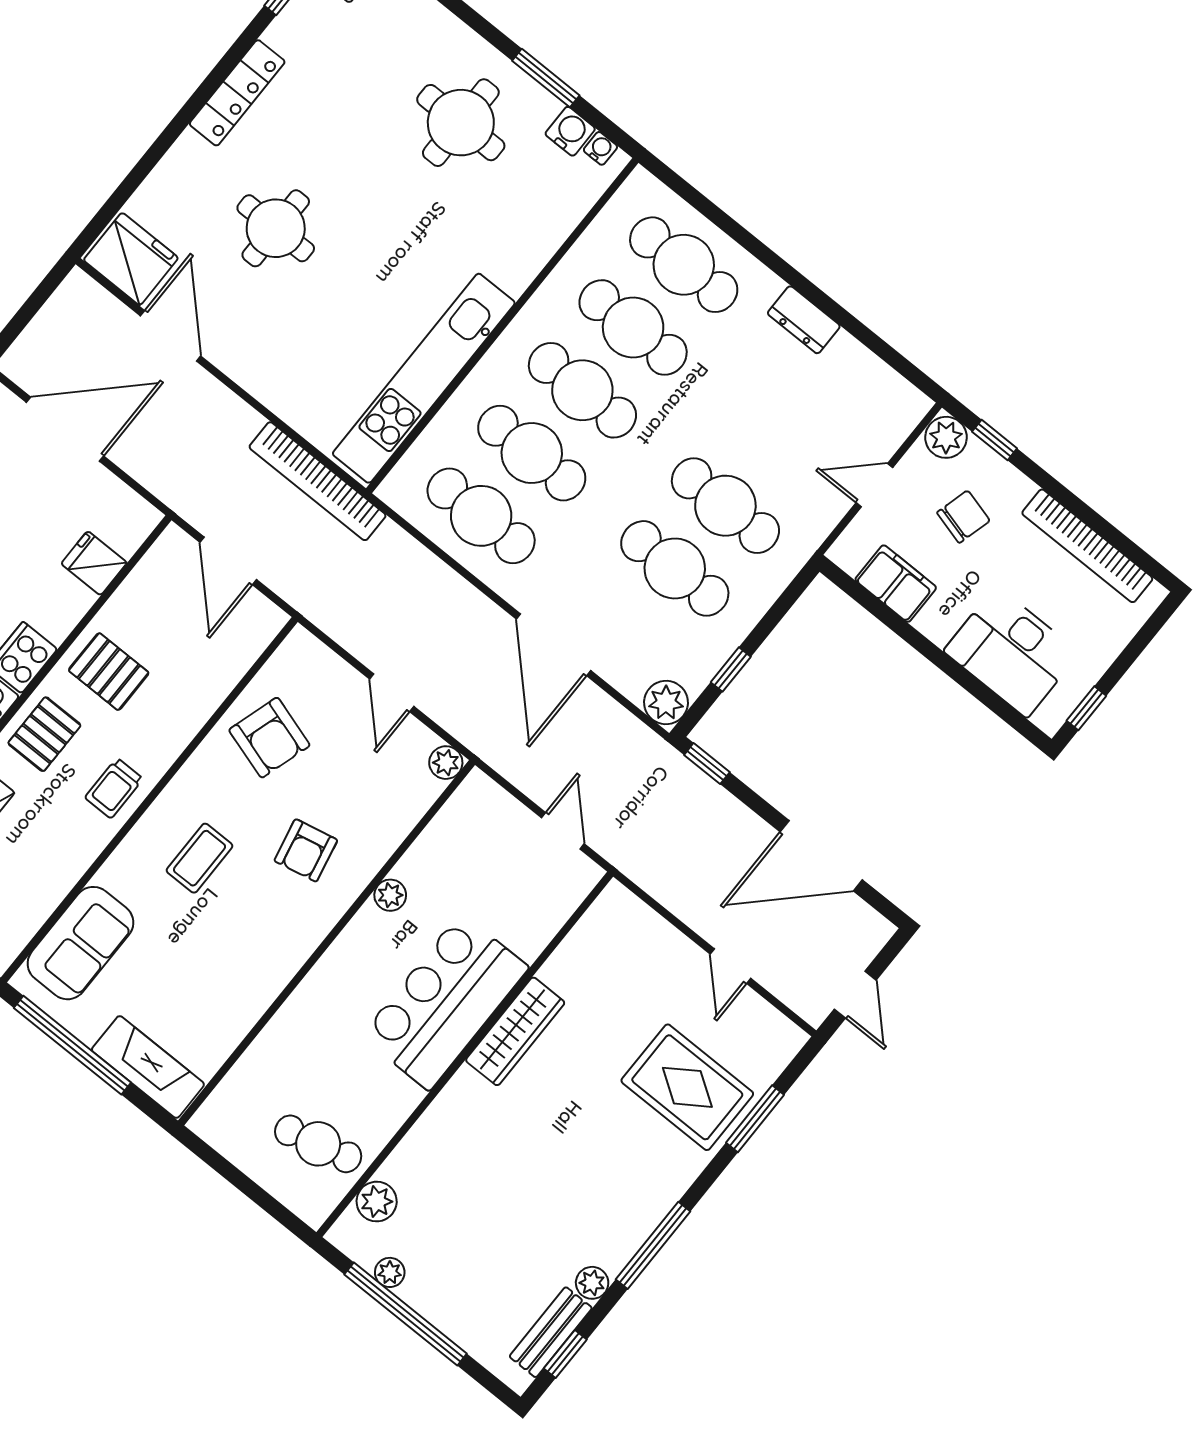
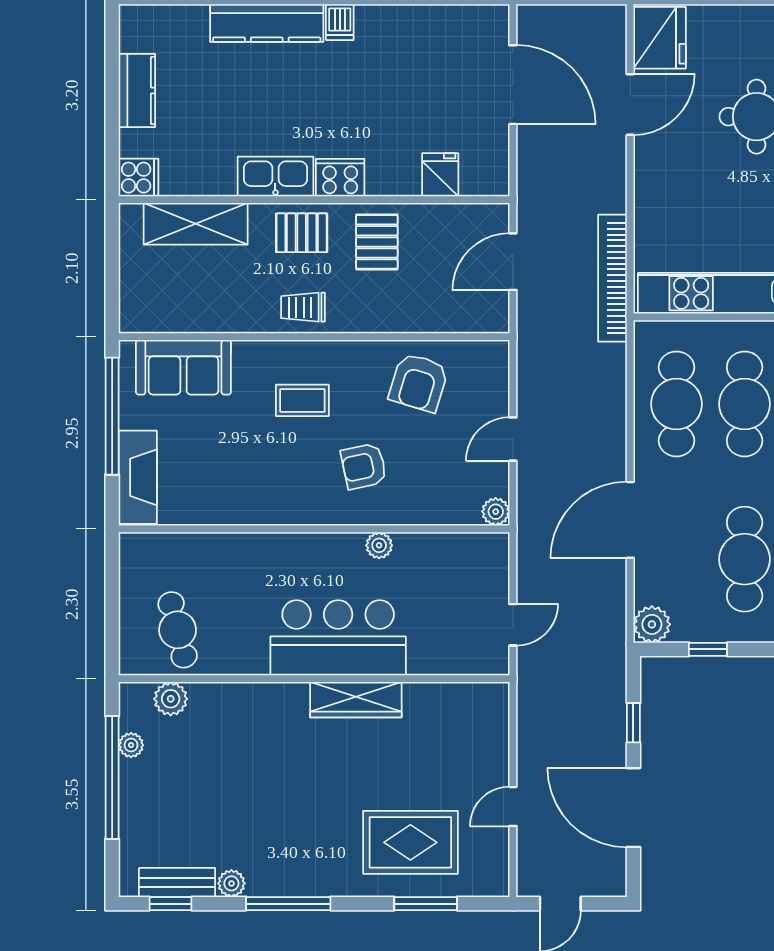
window: (707, 764) -> (633, 723), moved
rug: (687, 1087) -> (410, 842), turned 90

